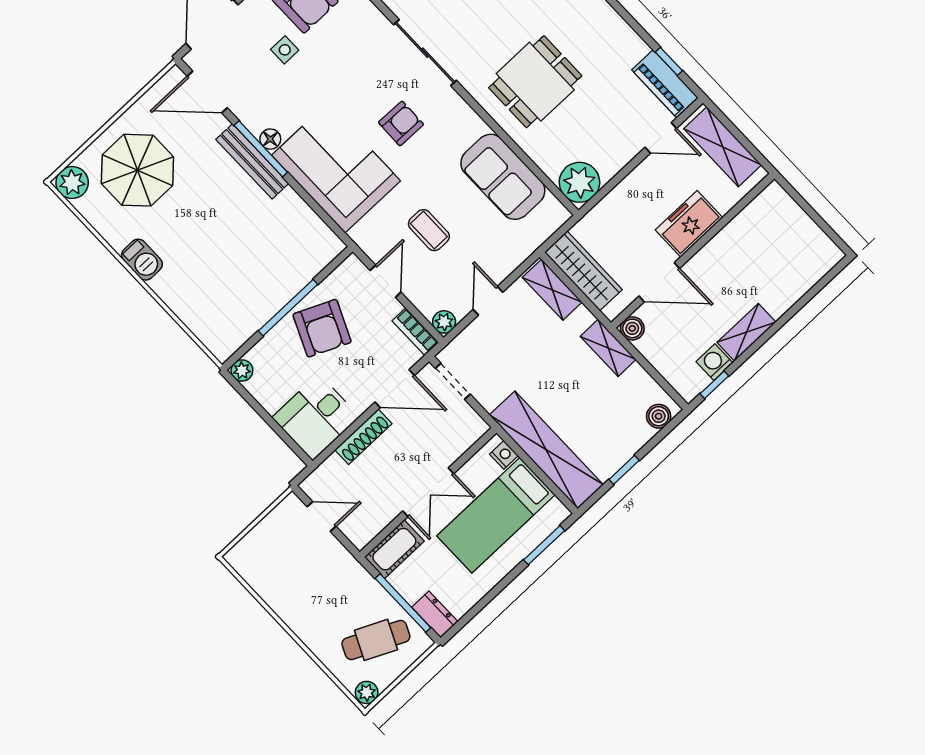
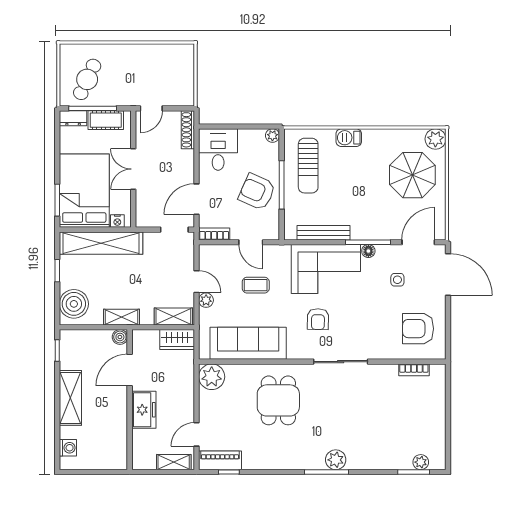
side table: (285, 50) -> (397, 280), moved
shelving: (723, 147) -> (174, 462), width x0.67, depth x0.75
bench: (252, 161) -> (323, 233), moved
sofa: (503, 177) -> (248, 343), width x1.36
barbecue: (142, 260) -> (349, 138), moved
wardrobe: (583, 271) -> (177, 339), width x0.67
sun lounger: (238, 298) -> (308, 166), added
plant: (444, 322) -> (206, 300), moved
shelving: (746, 332) -> (70, 398), width x1.50, depth x1.33
washing machine: (714, 362) -> (68, 448), moved
boiler: (659, 416) -> (74, 304), width x1.86, depth x1.86
shoe rack: (363, 437) -> (188, 130), moved
bed: (496, 515) -> (84, 191), width x1.50
door: (321, 516) -> (151, 108), moved
cot: (394, 549) -> (106, 120), moved, turned 90
plant: (367, 692) -> (67, 52), removed

